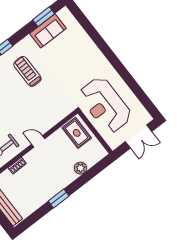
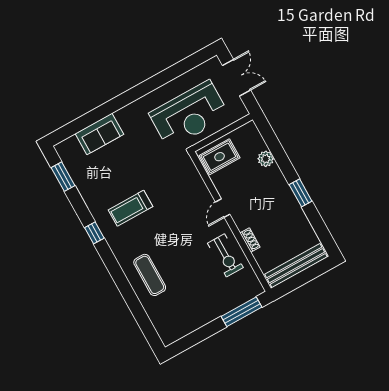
sofa: (48, 31) -> (99, 134), moved, turned 90

